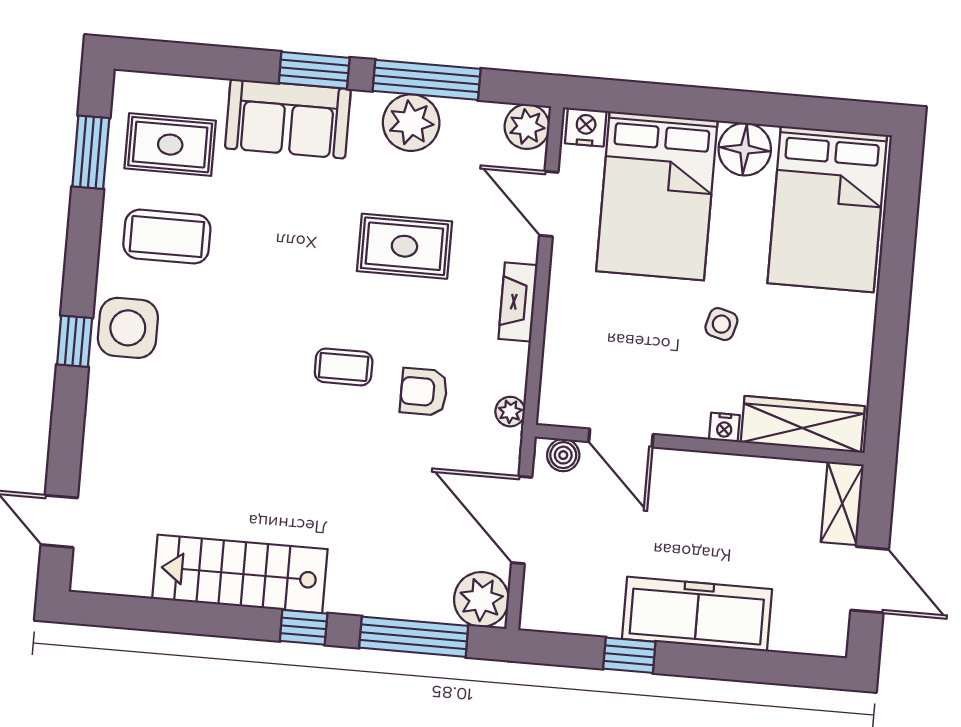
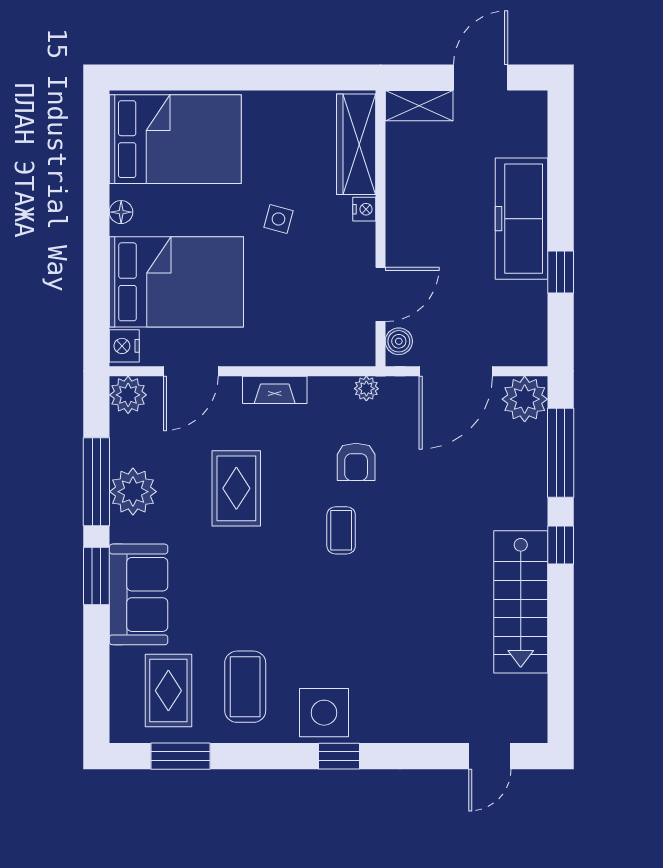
floor lamp: (745, 149) -> (121, 212), width x0.53, depth x0.53

